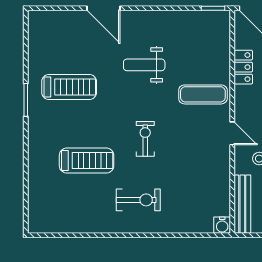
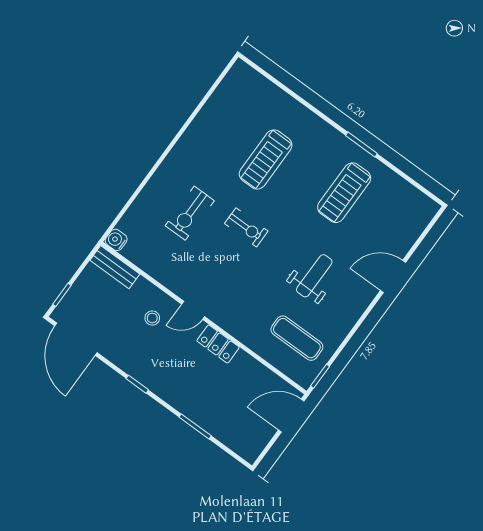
locker: (243, 67) -> (218, 344), moved
exercise mat: (203, 94) -> (297, 338), moved, turned 90
exercise bike: (138, 200) -> (190, 213), moved
bench: (242, 204) -> (115, 267), width x0.73

